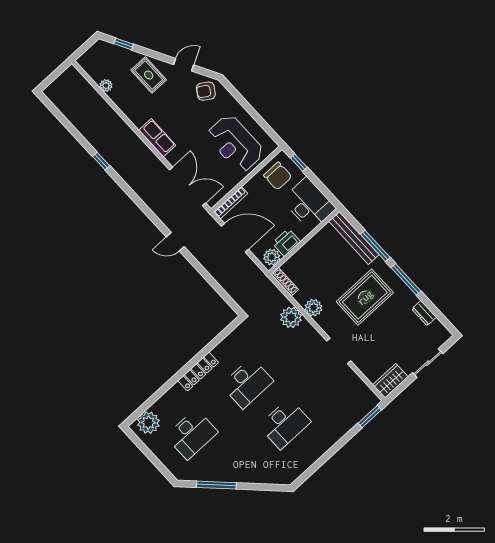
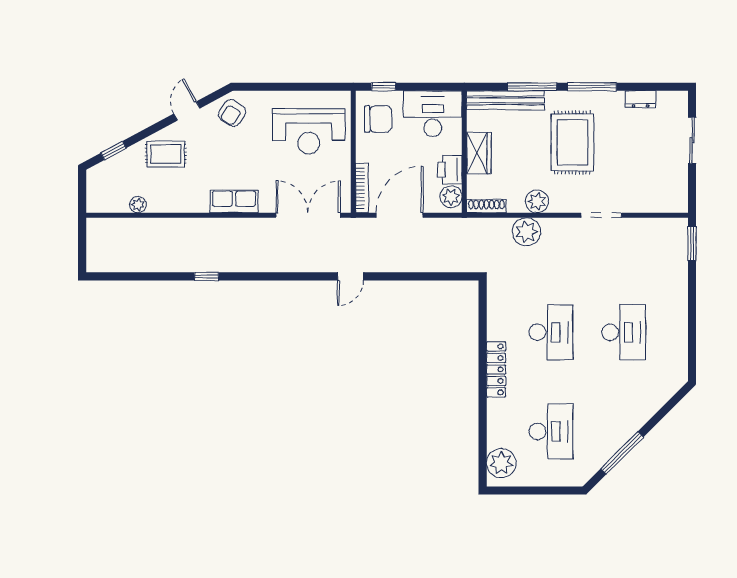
wardrobe: (390, 381) -> (479, 153), moved, turned 180

